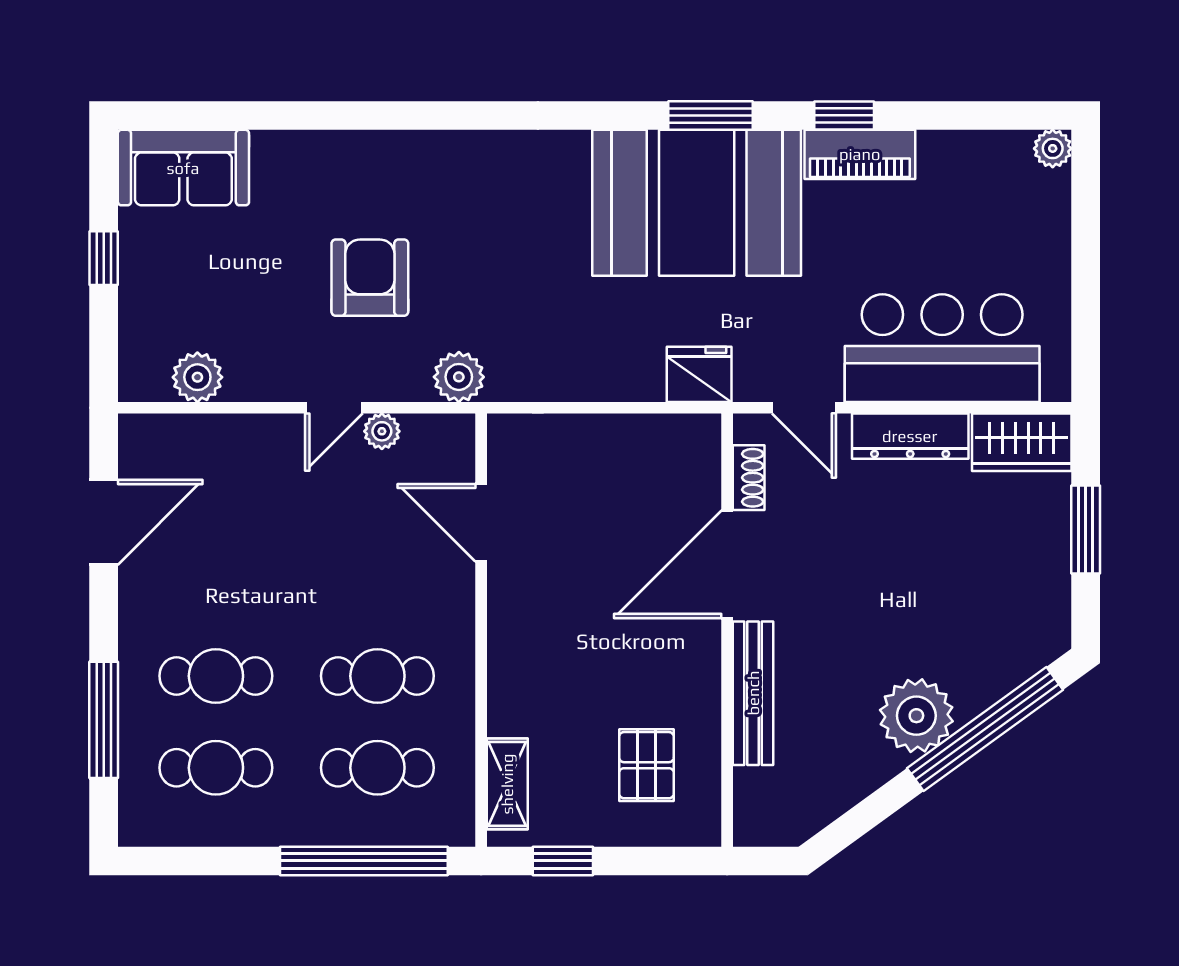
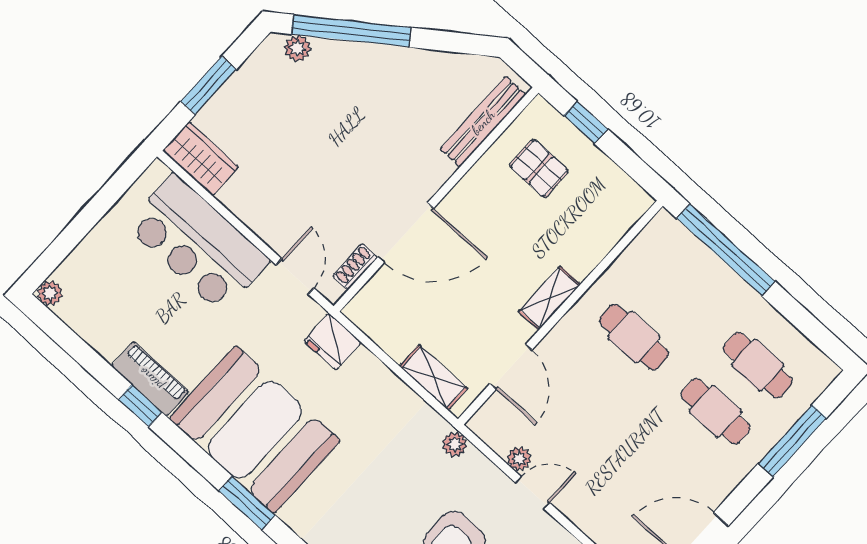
window: (710, 115) -> (247, 503), moved
plant: (459, 377) -> (455, 444), width x0.73, depth x0.73
shelving: (555, 435) -> (434, 377), added
dresser: (910, 436) -> (254, 213), removed
bench: (753, 693) -> (483, 122), moved
plant: (916, 716) -> (298, 48), moved, width x0.53, depth x0.53
pallet: (646, 765) -> (539, 168), turned 90
cafe table: (377, 768) -> (676, 291), removed
shelving: (507, 784) -> (549, 298), moved
window: (563, 861) -> (586, 122), moved

